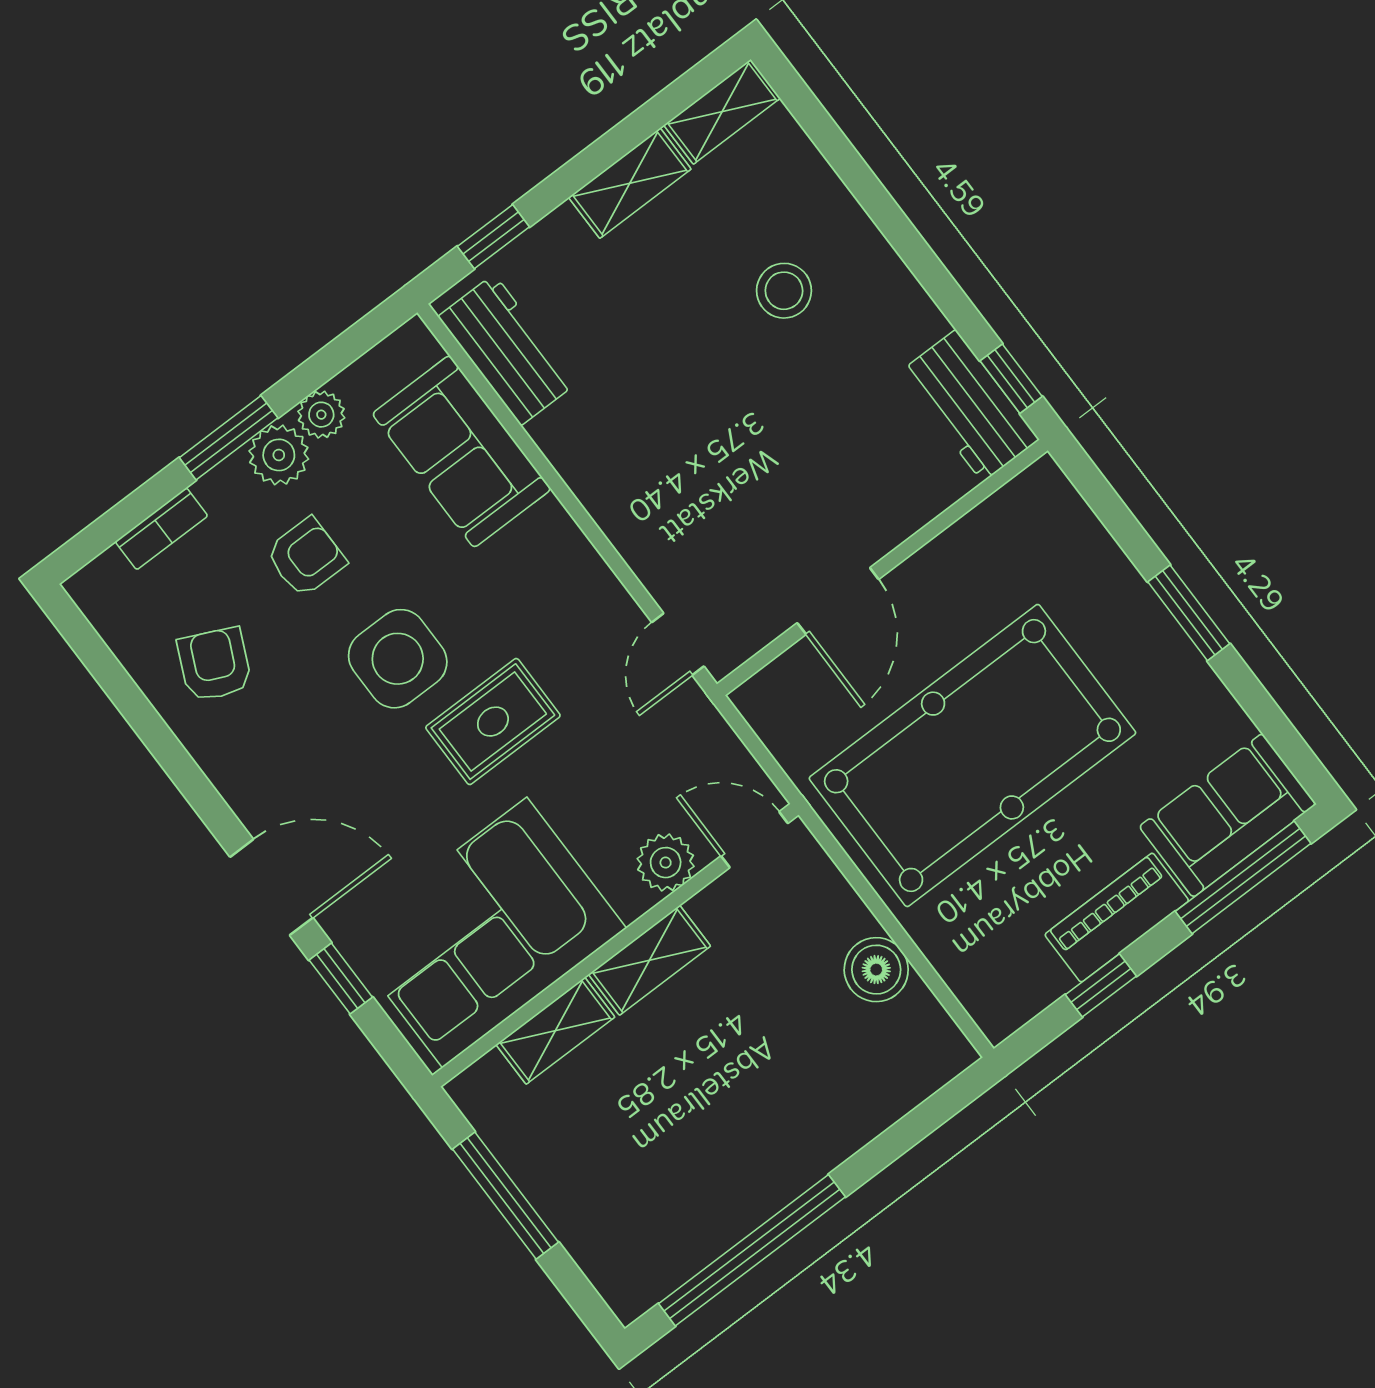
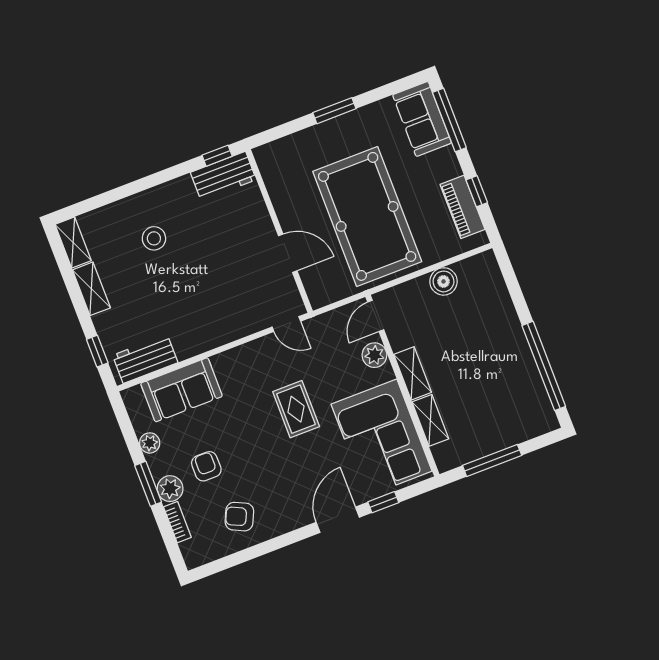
plant: (279, 455) -> (170, 489), moved
side table: (398, 659) -> (259, 441), removed
piano: (1117, 918) -> (462, 207), moved

